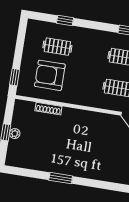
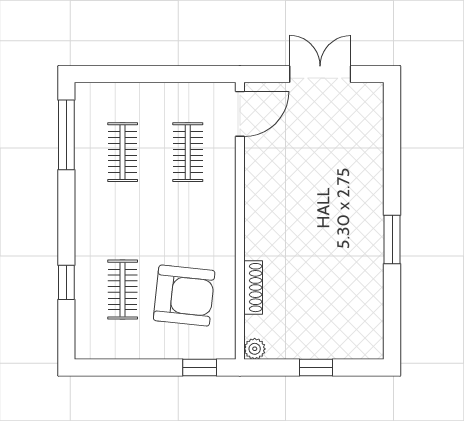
armchair: (50, 75) -> (184, 296), turned -84
plant: (15, 134) -> (255, 349), moved

